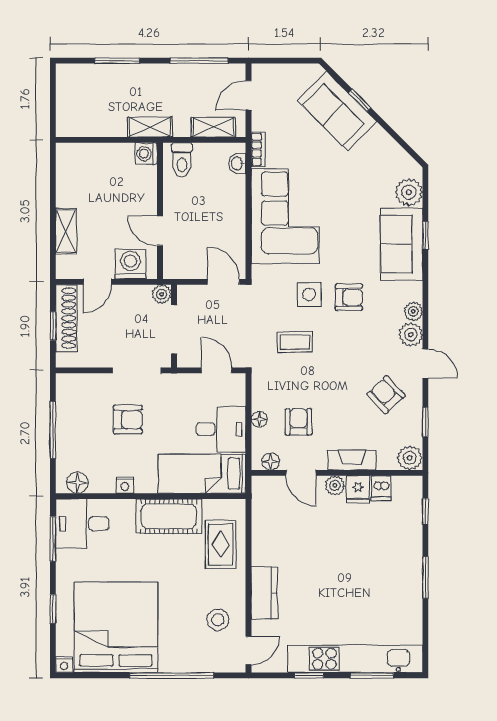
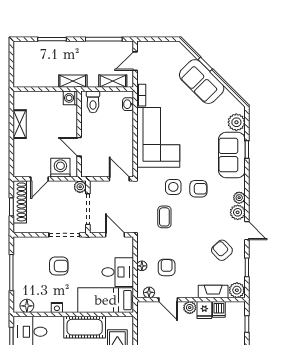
sofa: (337, 111) -> (202, 82), moved
shelving: (66, 231) -> (20, 124), moved
coffee table: (295, 342) -> (164, 217), turned 90
fireplace: (352, 460) -> (213, 292), moved

